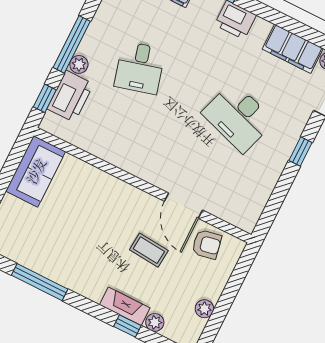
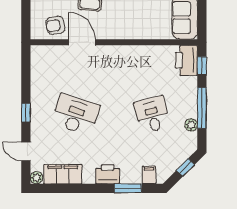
plant: (79, 64) -> (191, 125), moved
printer: (70, 96) -> (187, 60), moved

